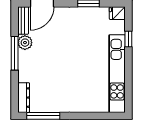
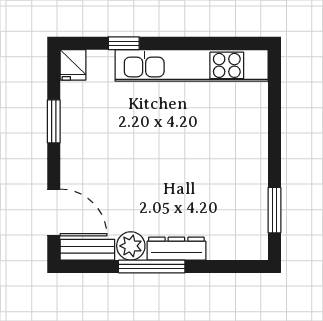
dresser: (24, 98) -> (176, 249), moved
window: (43, 116) -> (274, 210), width x0.69

